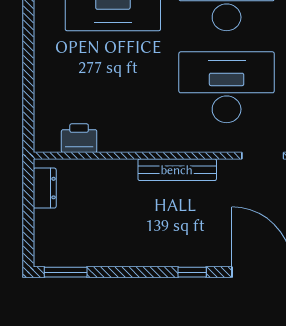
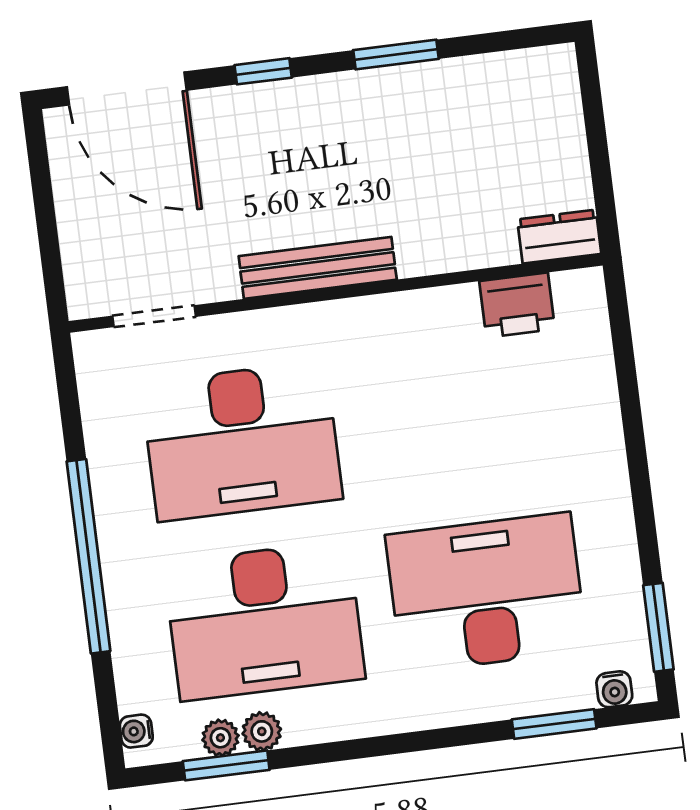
dresser: (45, 188) -> (559, 237), moved, turned 90
window: (66, 272) -> (396, 55), moved

